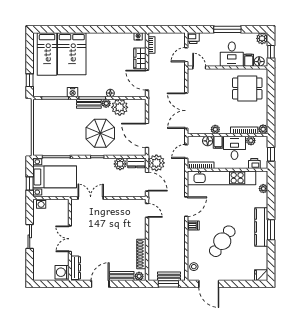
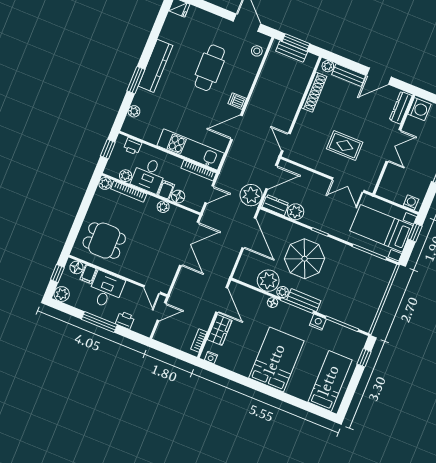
printer: (193, 38) -> (125, 320), moved
bed: (72, 54) -> (276, 360), moved
kitchen unit: (221, 178) -> (191, 149), width x0.73
door: (147, 182) -> (272, 177), swing flipped
rug: (104, 225) -> (345, 146), added
window: (271, 230) -> (136, 80), moved
cafe table: (222, 241) -> (210, 68), turned -35

